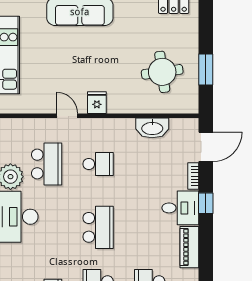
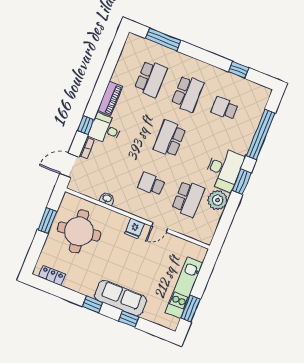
round table: (162, 72) -> (79, 231), width x1.36, depth x1.36
door: (67, 116) -> (160, 227), hinge flipped
washbasin: (152, 128) -> (107, 199), width x0.52, depth x0.69
school desk: (47, 164) -> (188, 199), turned 180

